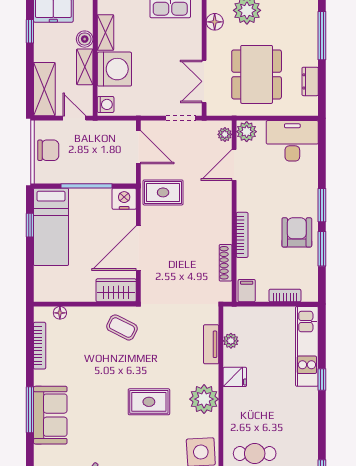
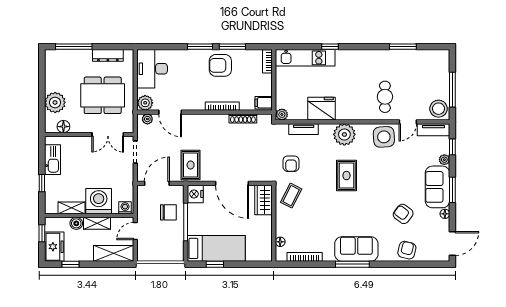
dresser: (310, 81) -> (108, 55), width x1.44
chair: (48, 150) -> (168, 212), moved, turned 90
bookcase: (285, 296) -> (267, 61), moved
armchair: (165, 327) -> (291, 164), added
plant: (231, 341) -> (282, 115), moved
fridge: (235, 377) -> (322, 109), width x1.88, depth x1.34

